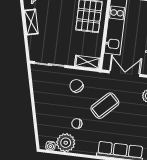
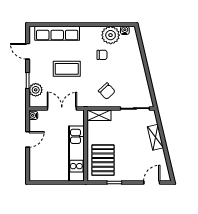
shelving: (31, 22) -> (155, 137), moved
double door: (125, 74) -> (62, 108), swing flipped
coffee table: (105, 106) -> (67, 69), moved, turned 45

